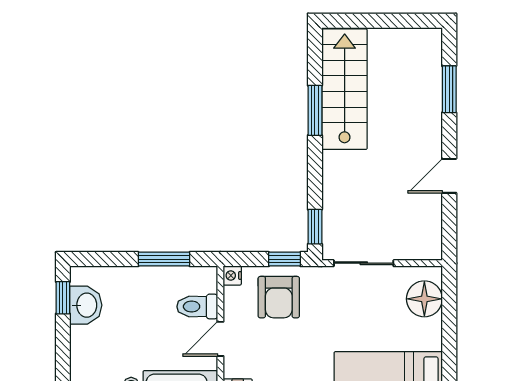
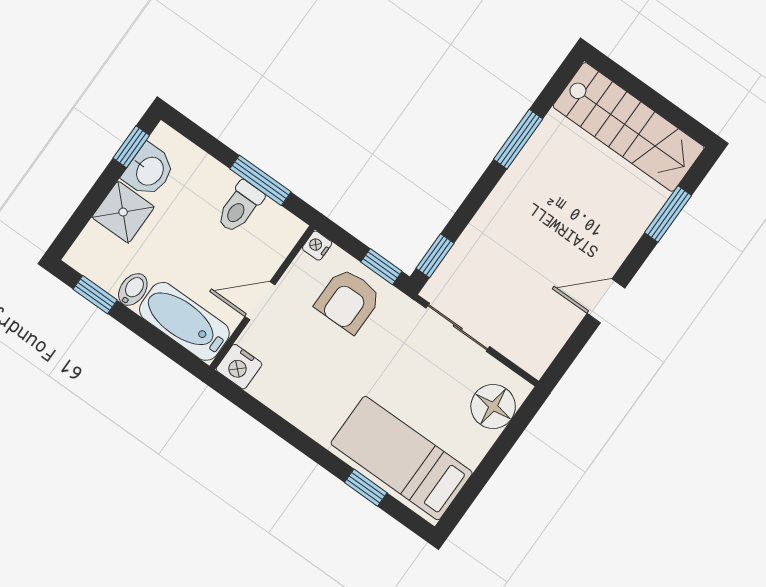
stairs: (345, 89) -> (629, 127), moved, turned 90
toilet: (197, 307) -> (240, 207), moved, turned -90
shower: (88, 345) -> (123, 212), added

